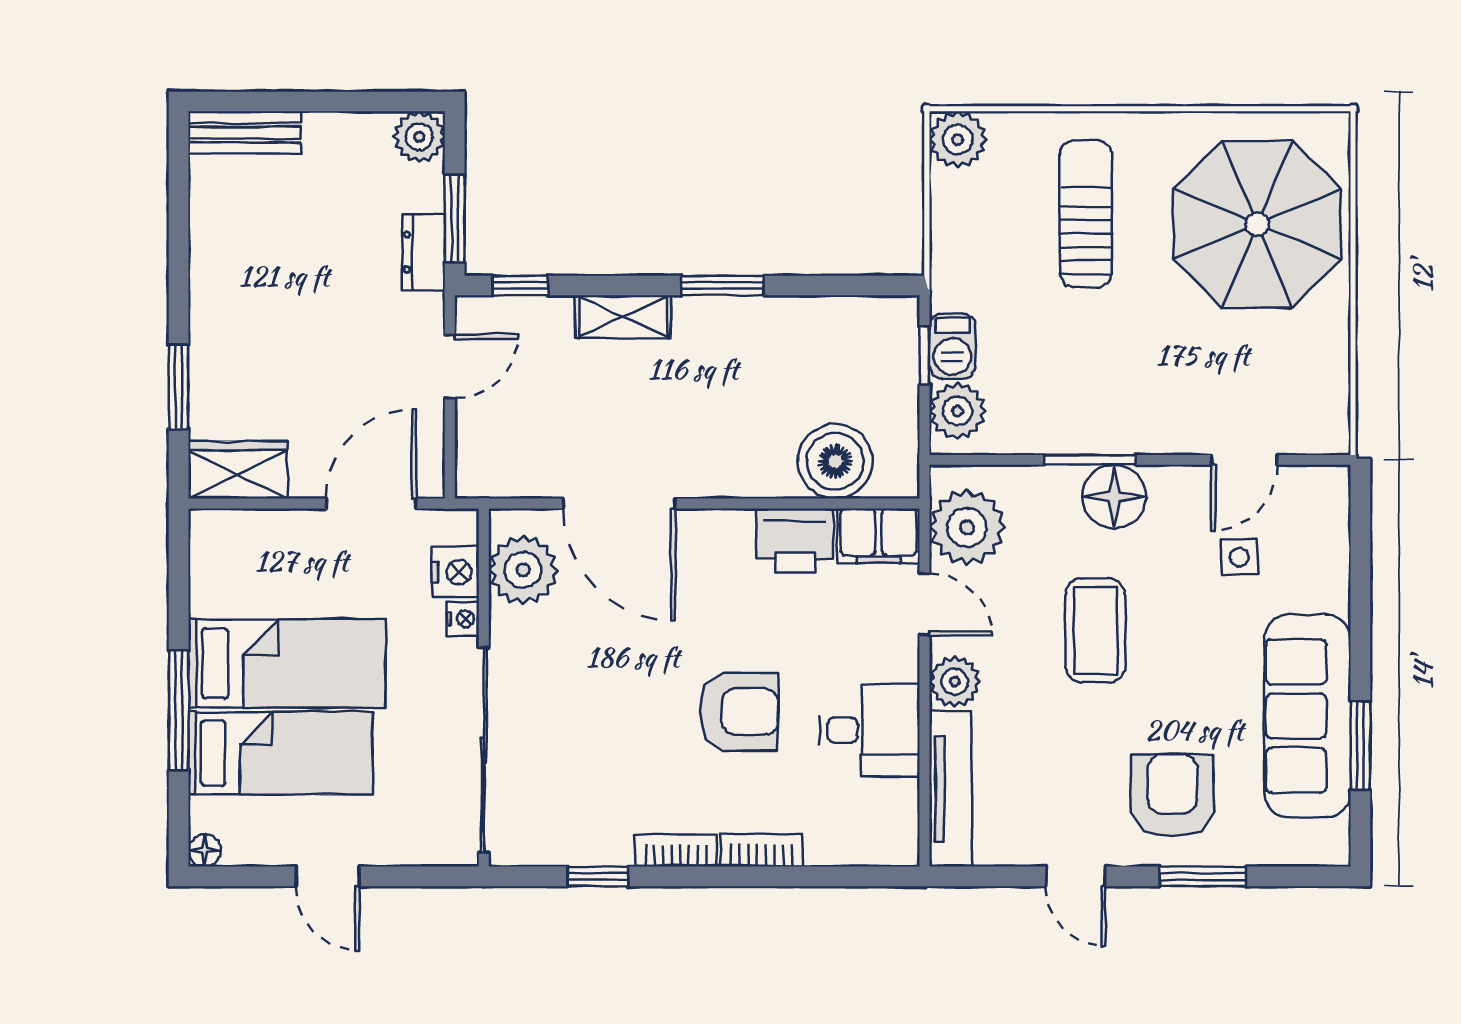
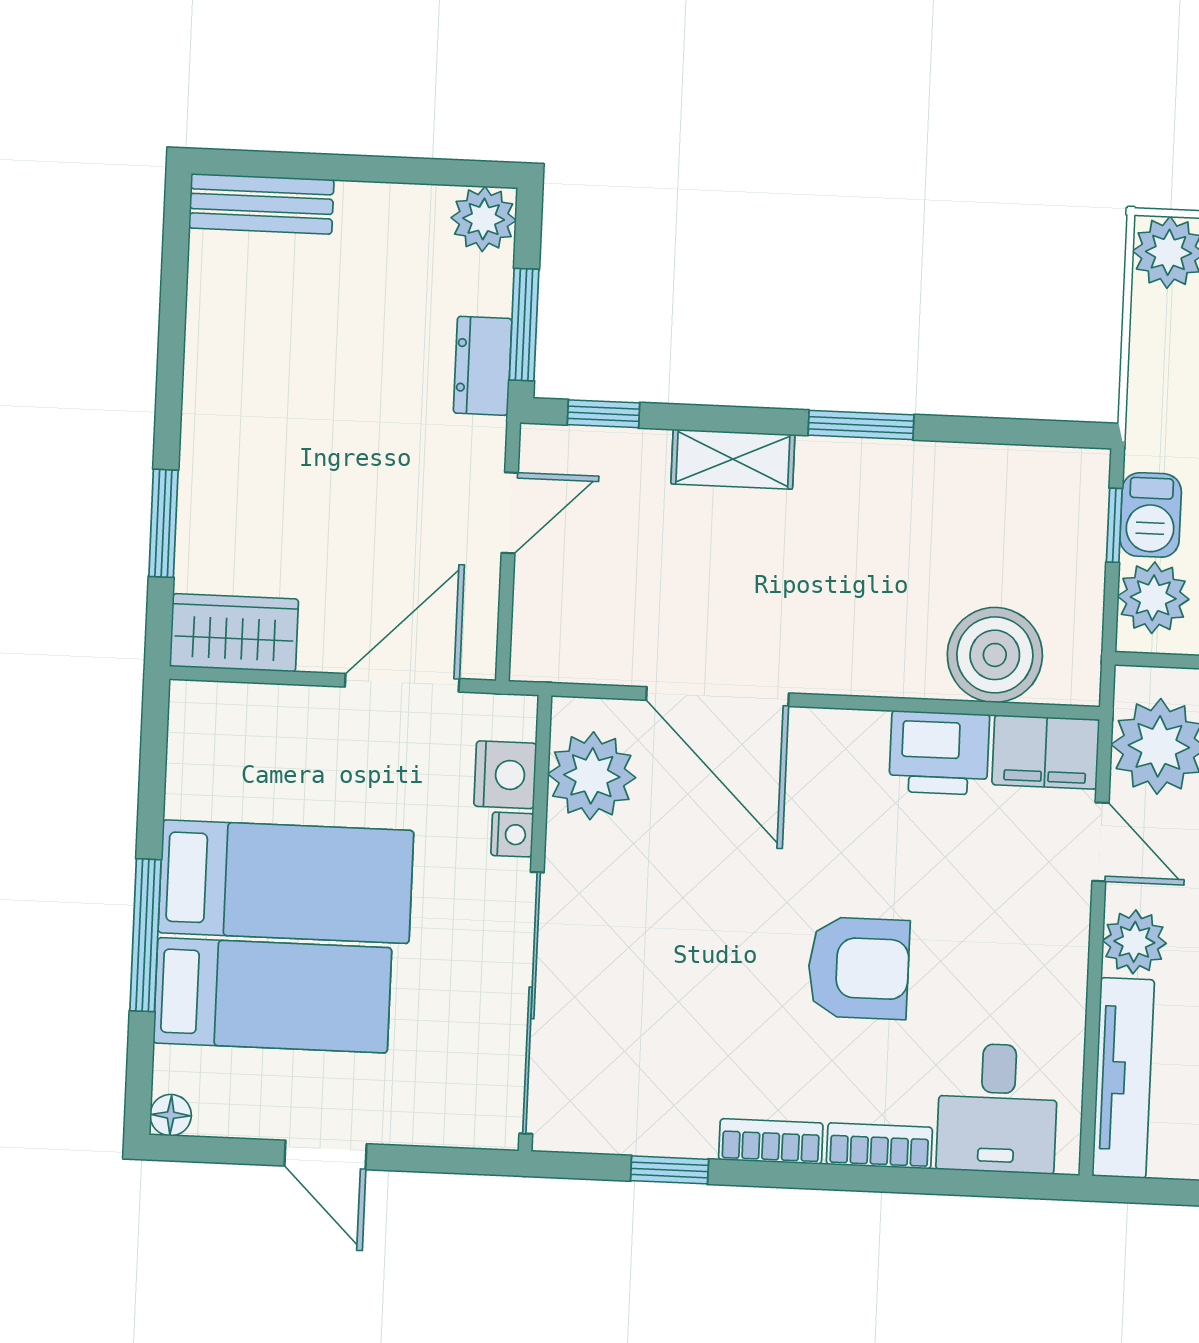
desk: (870, 730) -> (997, 1108), moved, turned 90

